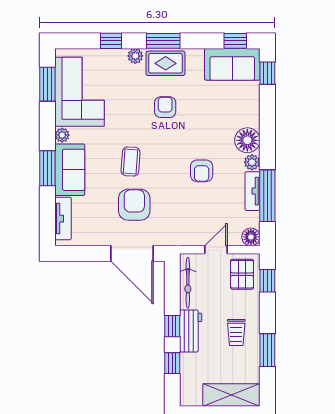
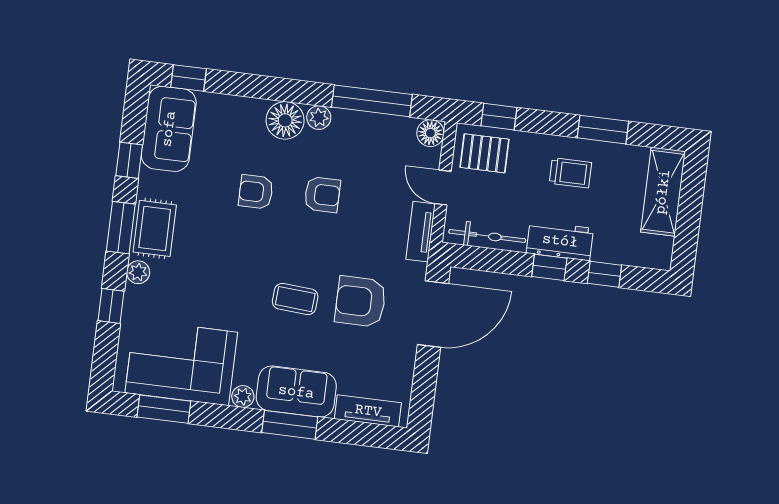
window: (235, 41) -> (129, 160), moved
armchair: (165, 107) -> (256, 192), moved
tv unit: (252, 191) -> (421, 232), moved, turned 90

